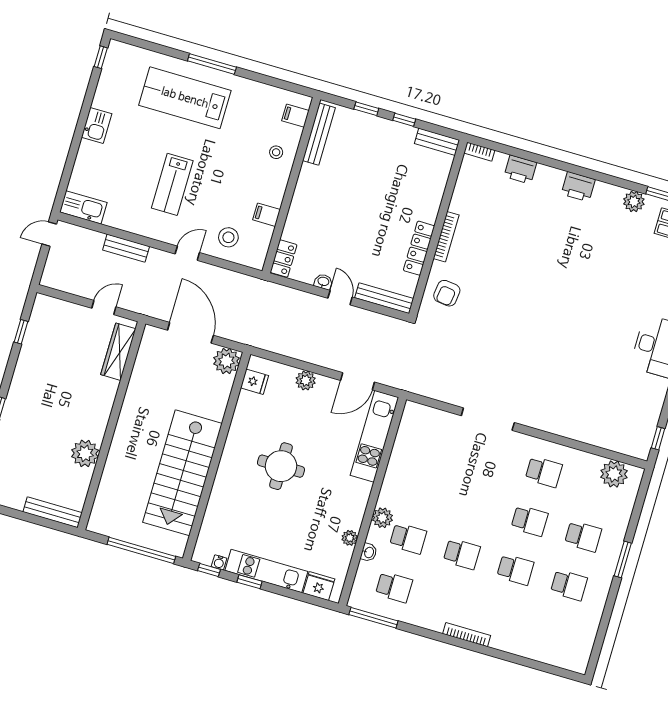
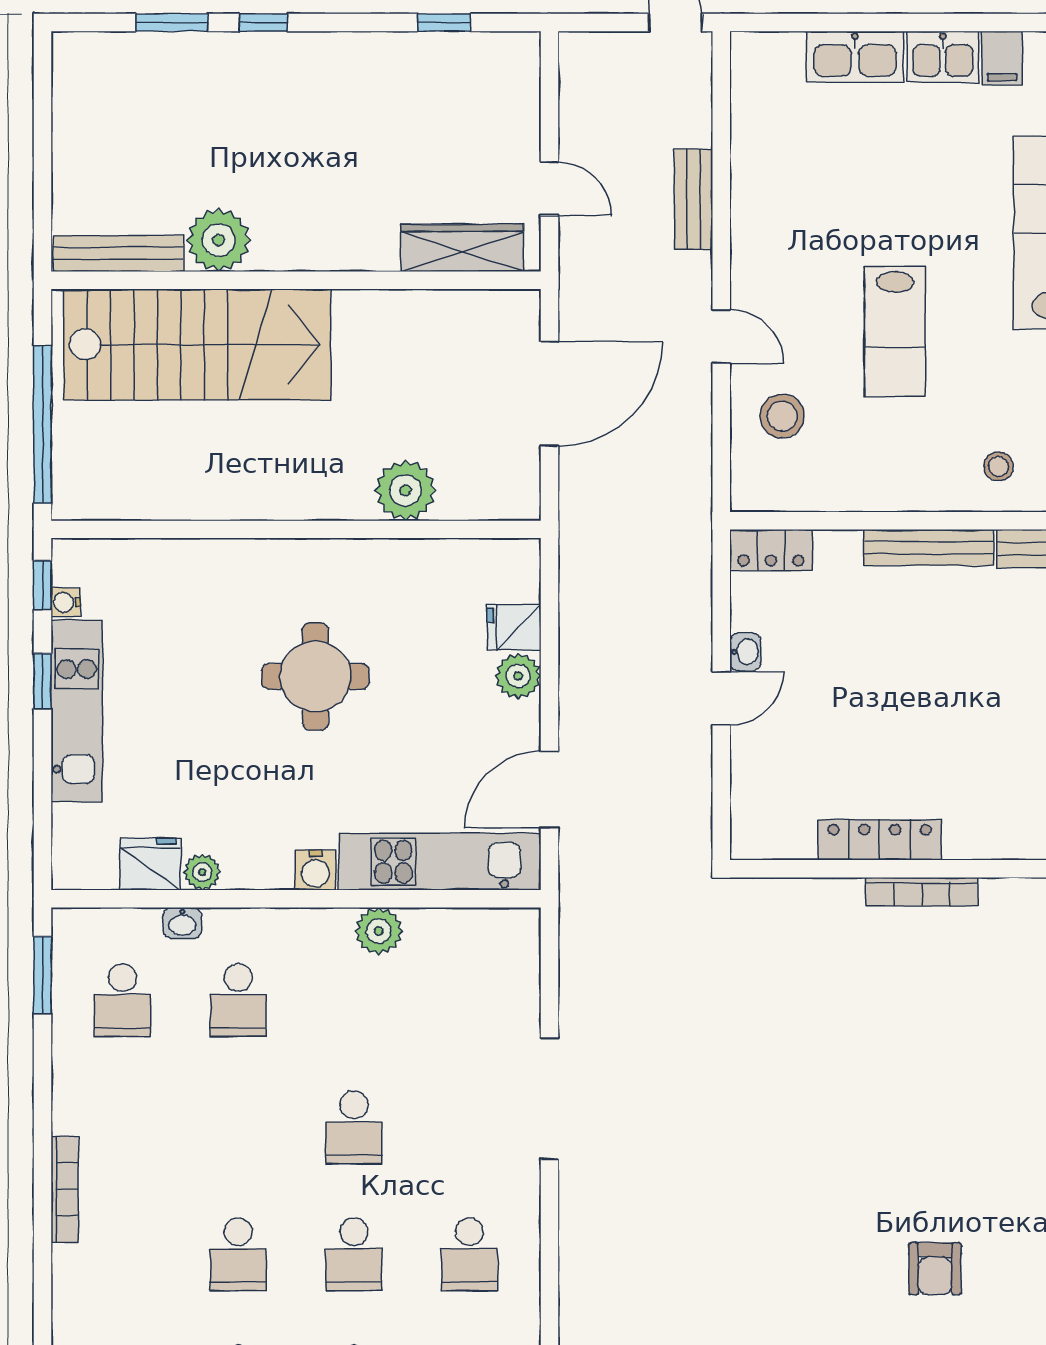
lab bench: (172, 184) -> (895, 332), moved, turned -90
kitchen sink: (83, 207) -> (855, 57), moved, turned 90
filing cabinet: (267, 215) -> (1002, 58), moved, turned 180
armchair: (447, 293) -> (935, 1269), moved, turned -97
bench: (384, 298) -> (929, 548), moved, turned 90
plant: (226, 361) -> (405, 490), moved
door: (358, 381) -> (549, 790), hinge flipped
fridge: (255, 382) -> (514, 627), moved, turned 90
stairs: (182, 473) -> (197, 344), moved, turned 180
water cooler: (363, 490) -> (315, 870), added
bench: (53, 512) -> (118, 253), moved, turned 90
plant: (382, 518) -> (379, 931), moved
school desk: (462, 554) -> (354, 1127), moved
fridge: (319, 586) -> (150, 864), moved, turned -90
window: (373, 618) -> (43, 975), width x0.69

